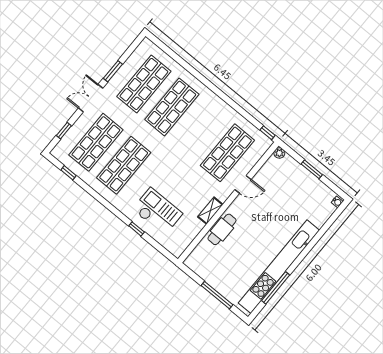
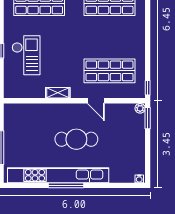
window: (312, 169) -> (148, 118), moved
cafe table: (222, 229) -> (76, 139), moved, width x1.37, depth x1.35
window: (276, 288) -> (66, 185), moved

